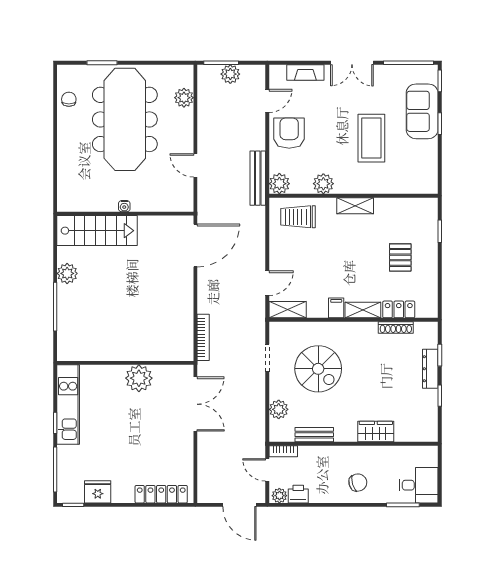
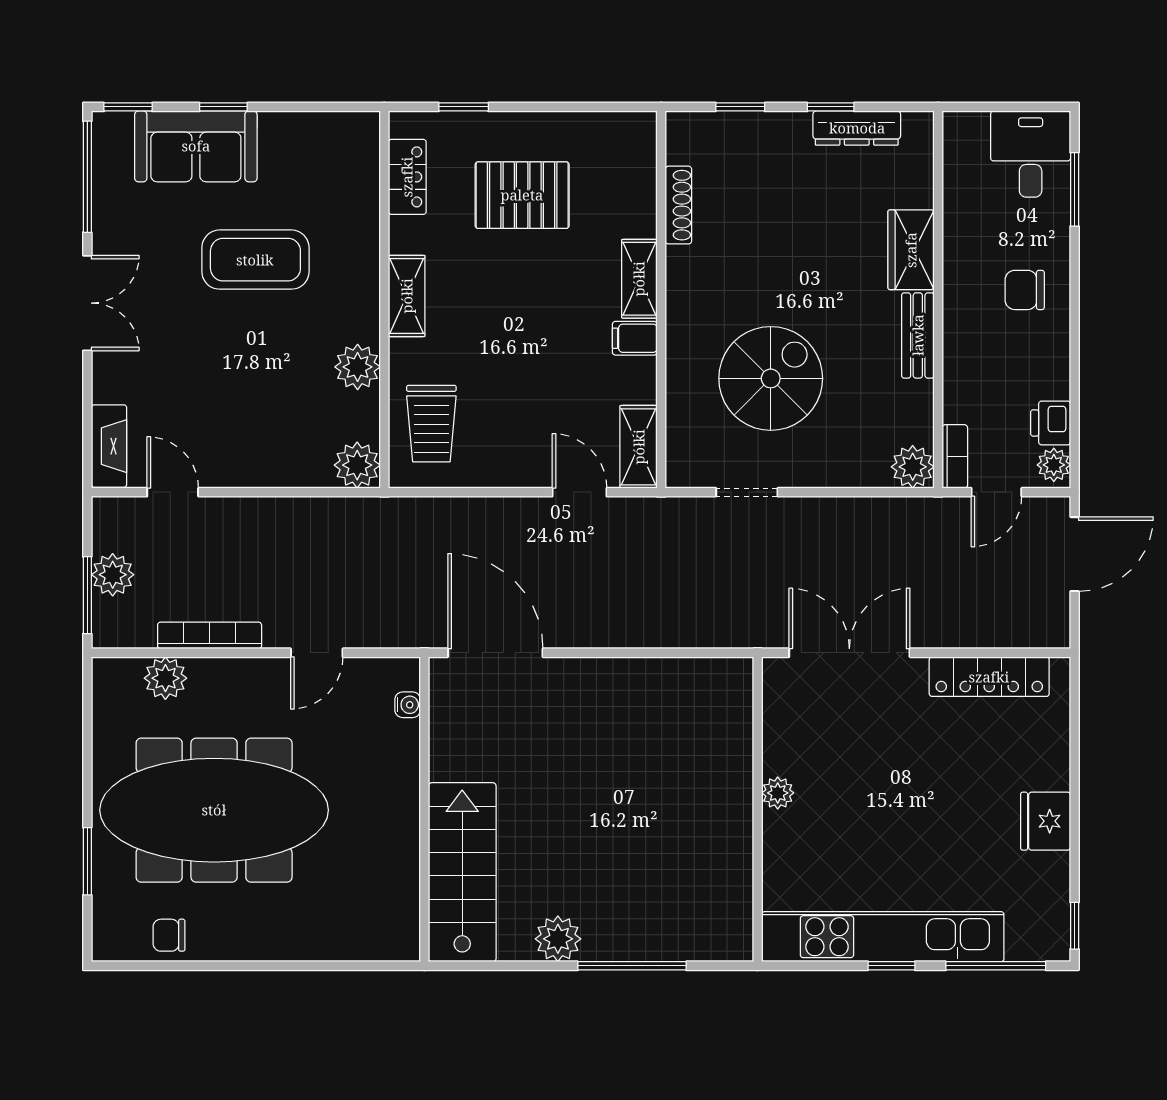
fireplace: (305, 72) -> (109, 446), moved
armchair: (289, 133) -> (245, 443), removed
bench: (258, 178) -> (345, 513), removed
water cooler: (124, 206) -> (408, 705), moved
pallet: (400, 257) -> (522, 195), width x1.50, depth x1.42
locker: (399, 309) -> (407, 177), moved, turned 180
bookcase: (203, 337) -> (210, 635), moved
dresser: (430, 369) -> (857, 128), moved
plant: (139, 378) -> (778, 793), width x0.53, depth x0.53
kitchen unit: (68, 404) -> (883, 937), width x1.36
plant: (279, 409) -> (913, 467), moved
bench: (314, 435) -> (918, 335), moved
chair: (358, 483) -> (1025, 290), turned -74
fridge: (98, 492) -> (1046, 821), moved
locker: (161, 494) -> (989, 677), moved, turned -90

